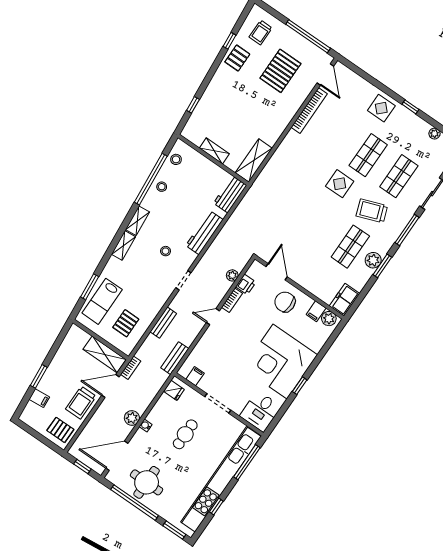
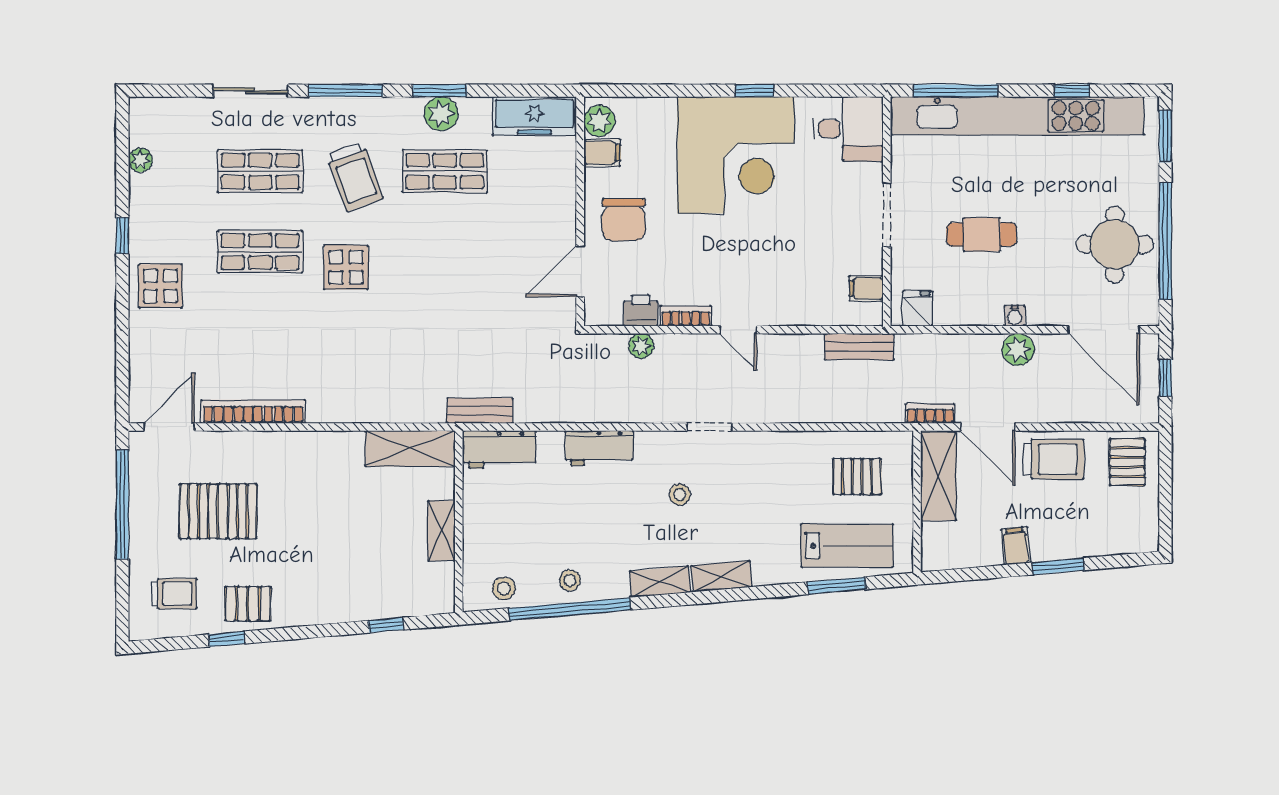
workbench: (204, 233) -> (599, 448), width x0.73
freezer: (345, 300) -> (534, 116), width x1.40
bench: (163, 323) -> (480, 411), moved
filing cabinet: (39, 398) -> (1016, 546), moved

